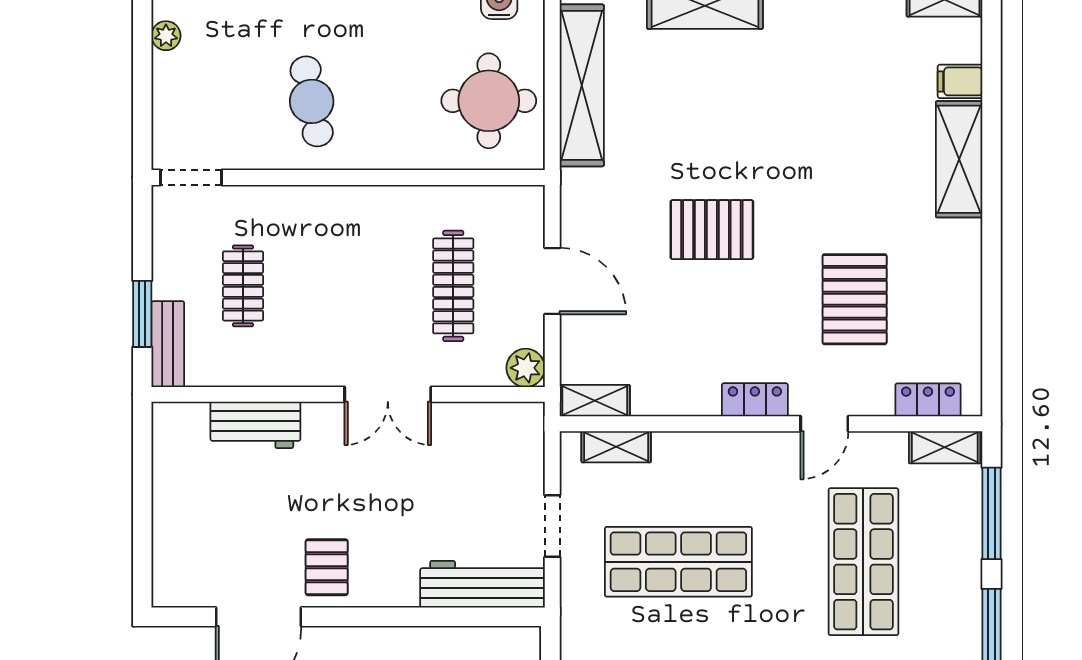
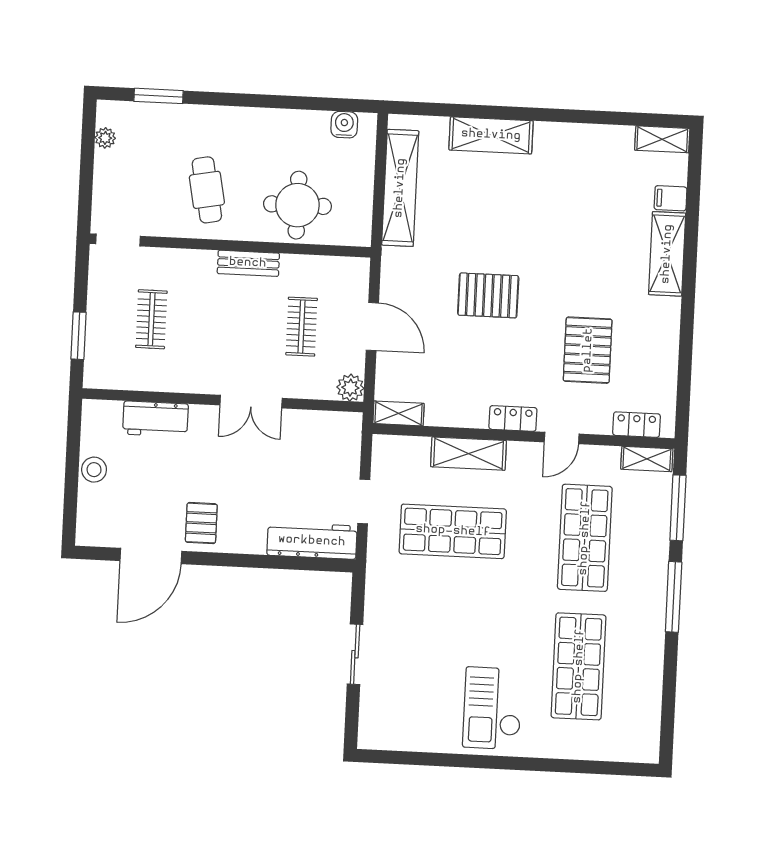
round table: (489, 101) -> (297, 205), moved
clothes rail: (453, 286) -> (302, 327), width x0.73
bench: (168, 344) -> (248, 263), moved, turned 90
shelving: (616, 447) -> (468, 454), moved, width x1.50, depth x1.33
stool: (173, 500) -> (94, 470), added

